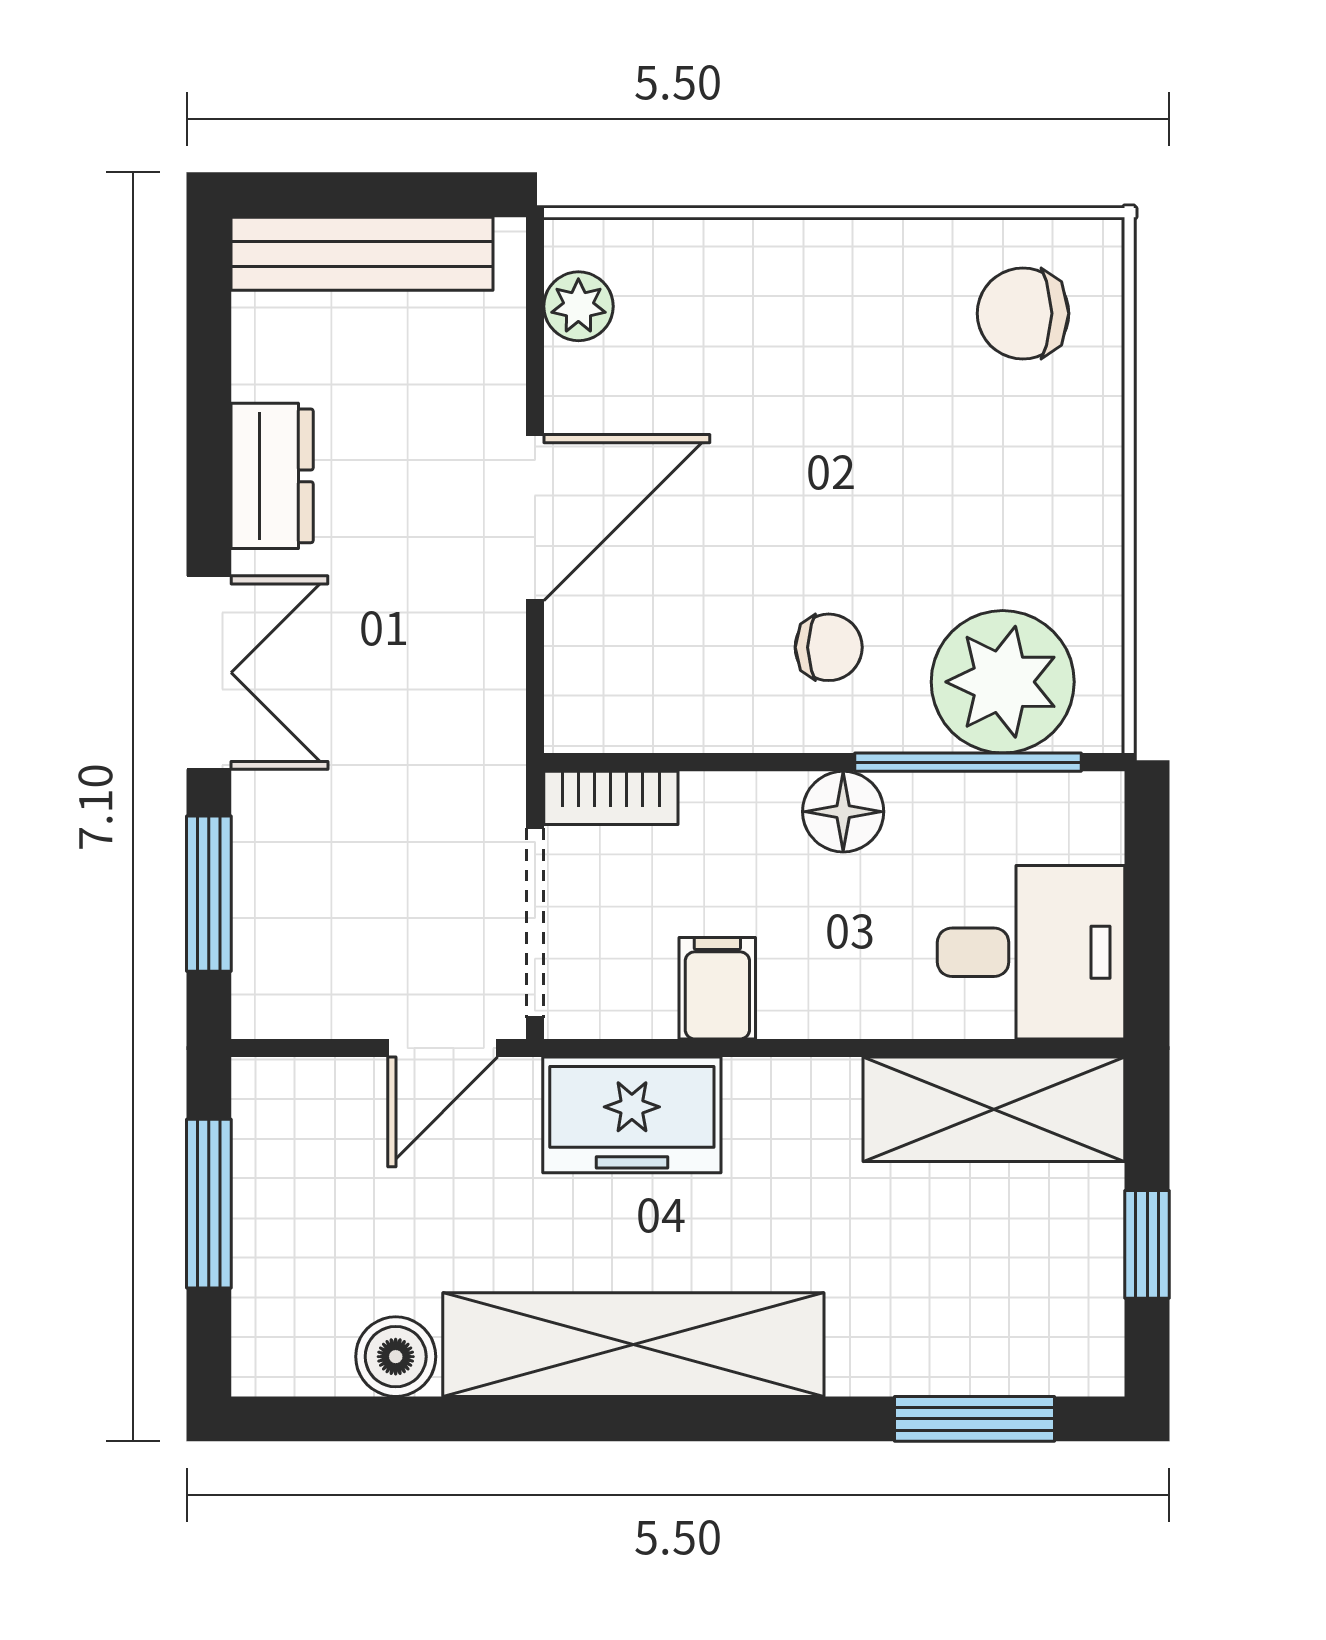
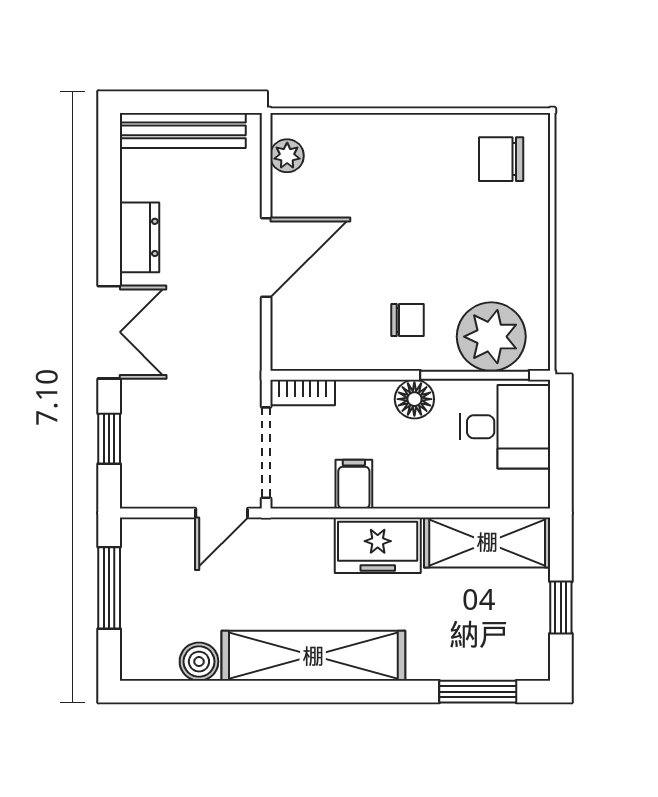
window: (209, 894) -> (109, 439), width x0.67
desk: (1031, 952) -> (505, 427), moved
freezer: (632, 1115) -> (378, 545), moved

